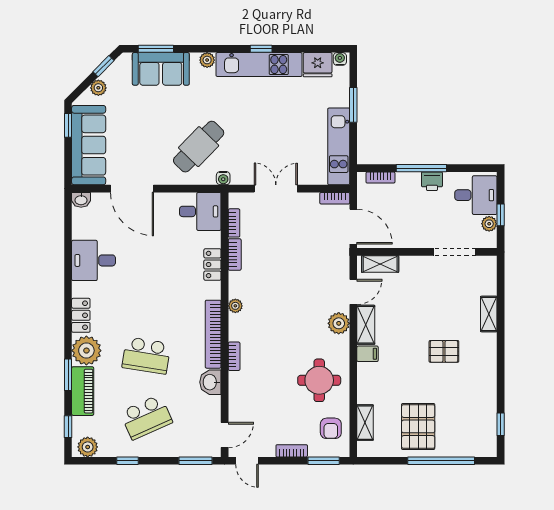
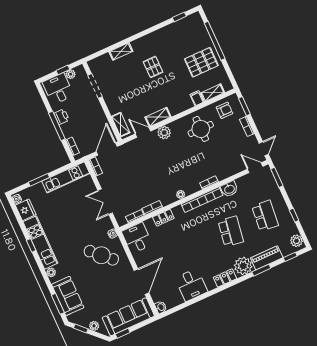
filing cabinet: (368, 354) -> (197, 98), moved
school desk: (146, 417) -> (265, 216), turned 30

